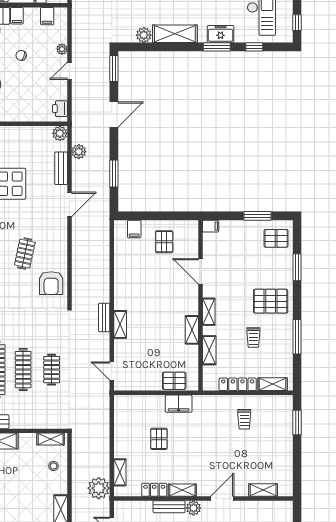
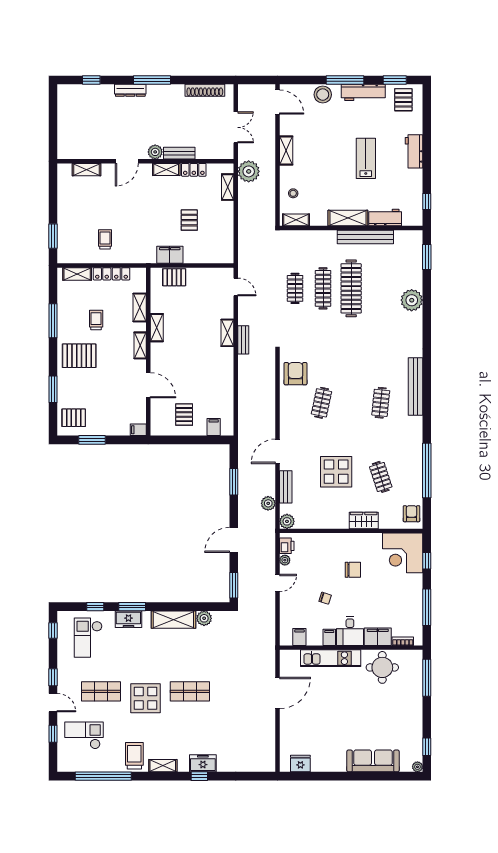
plant: (62, 49) -> (285, 560), moved

